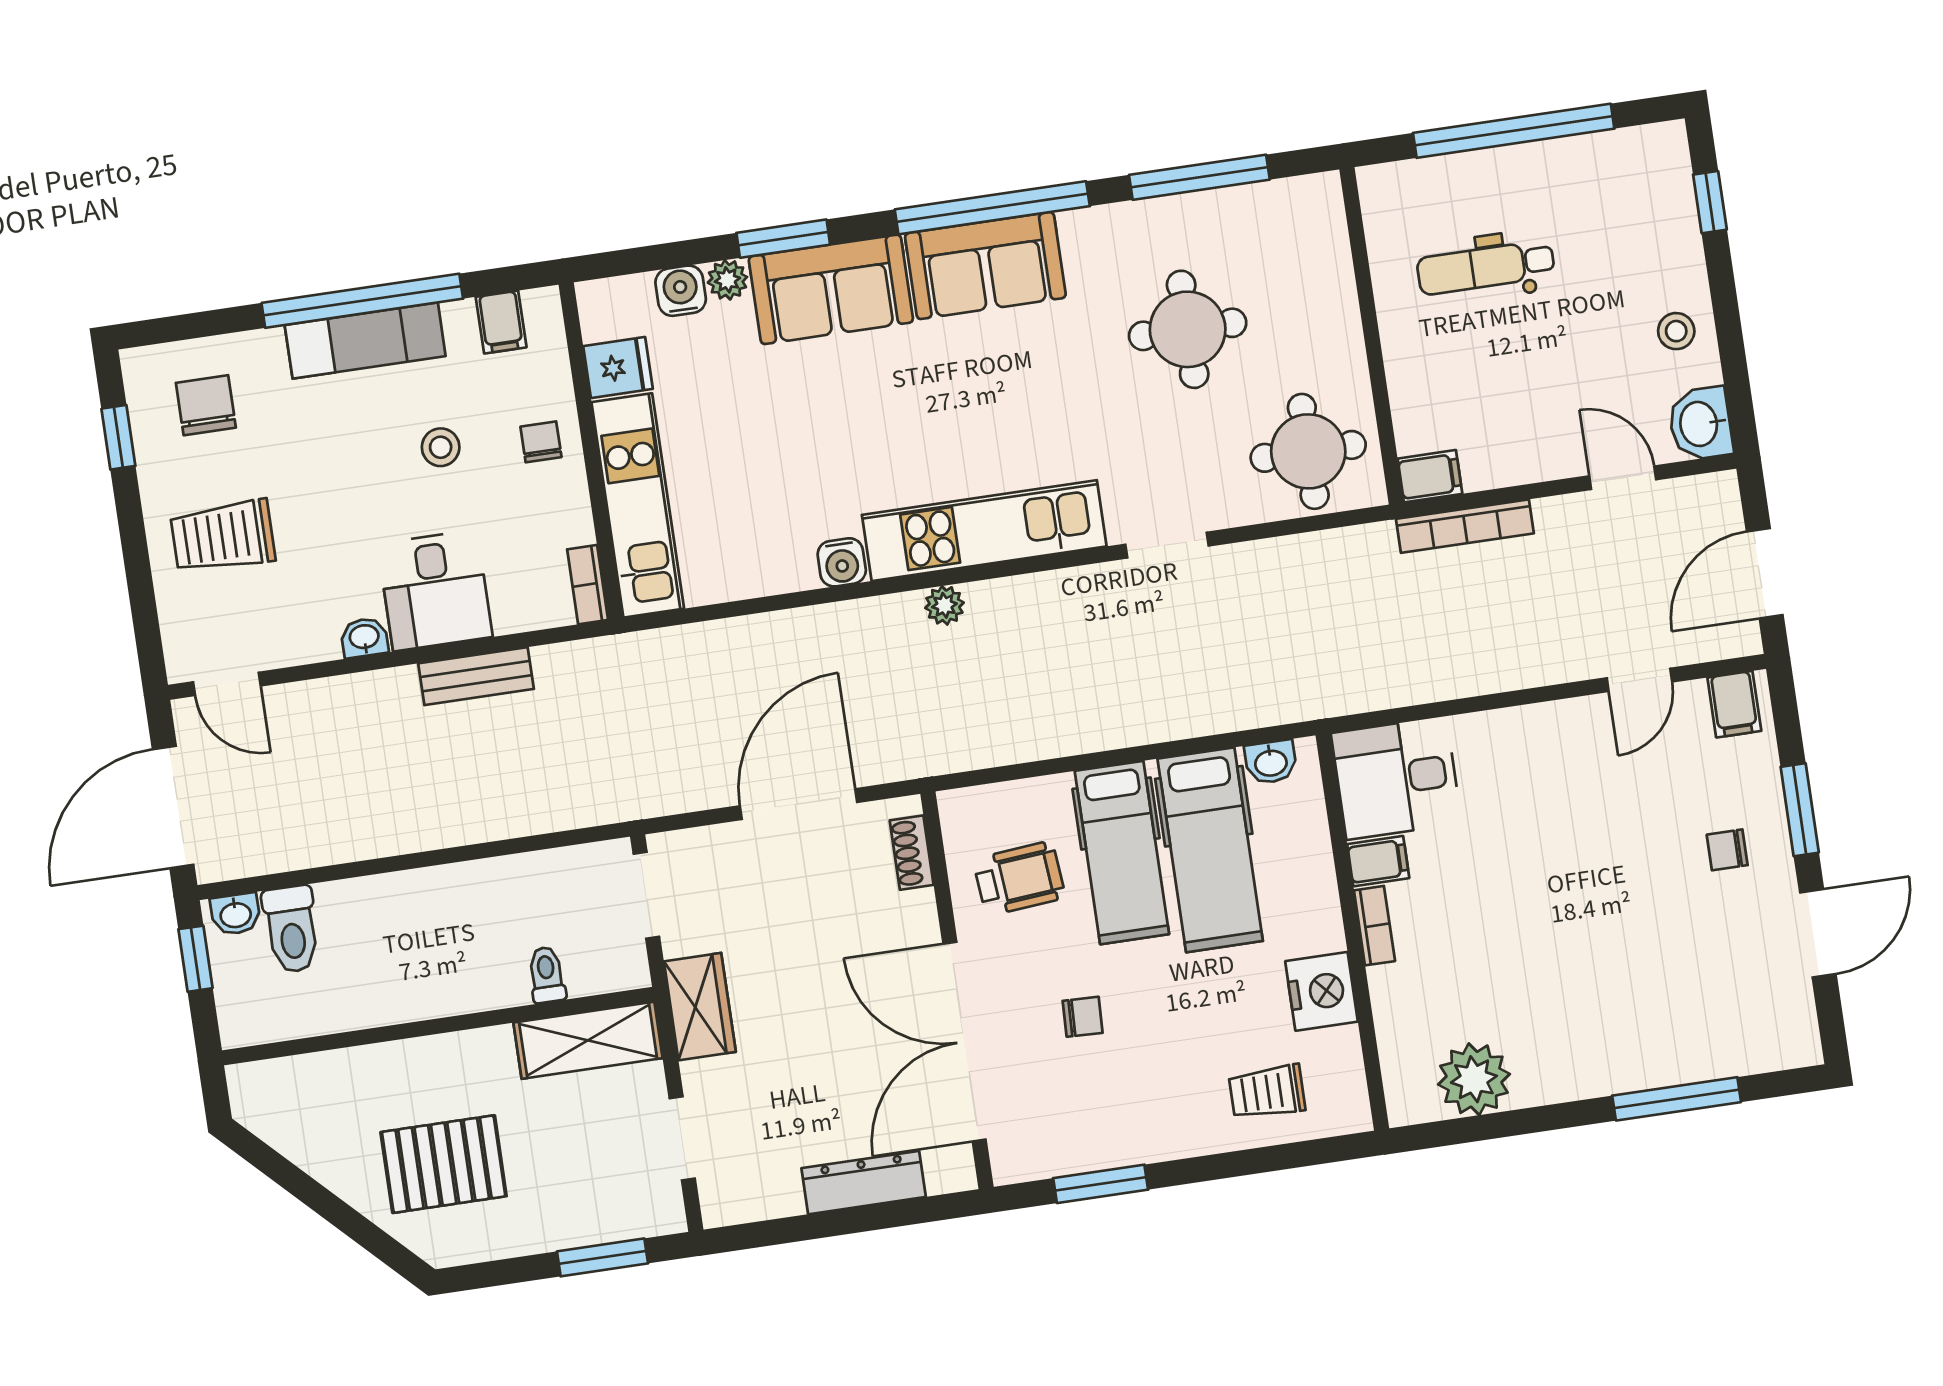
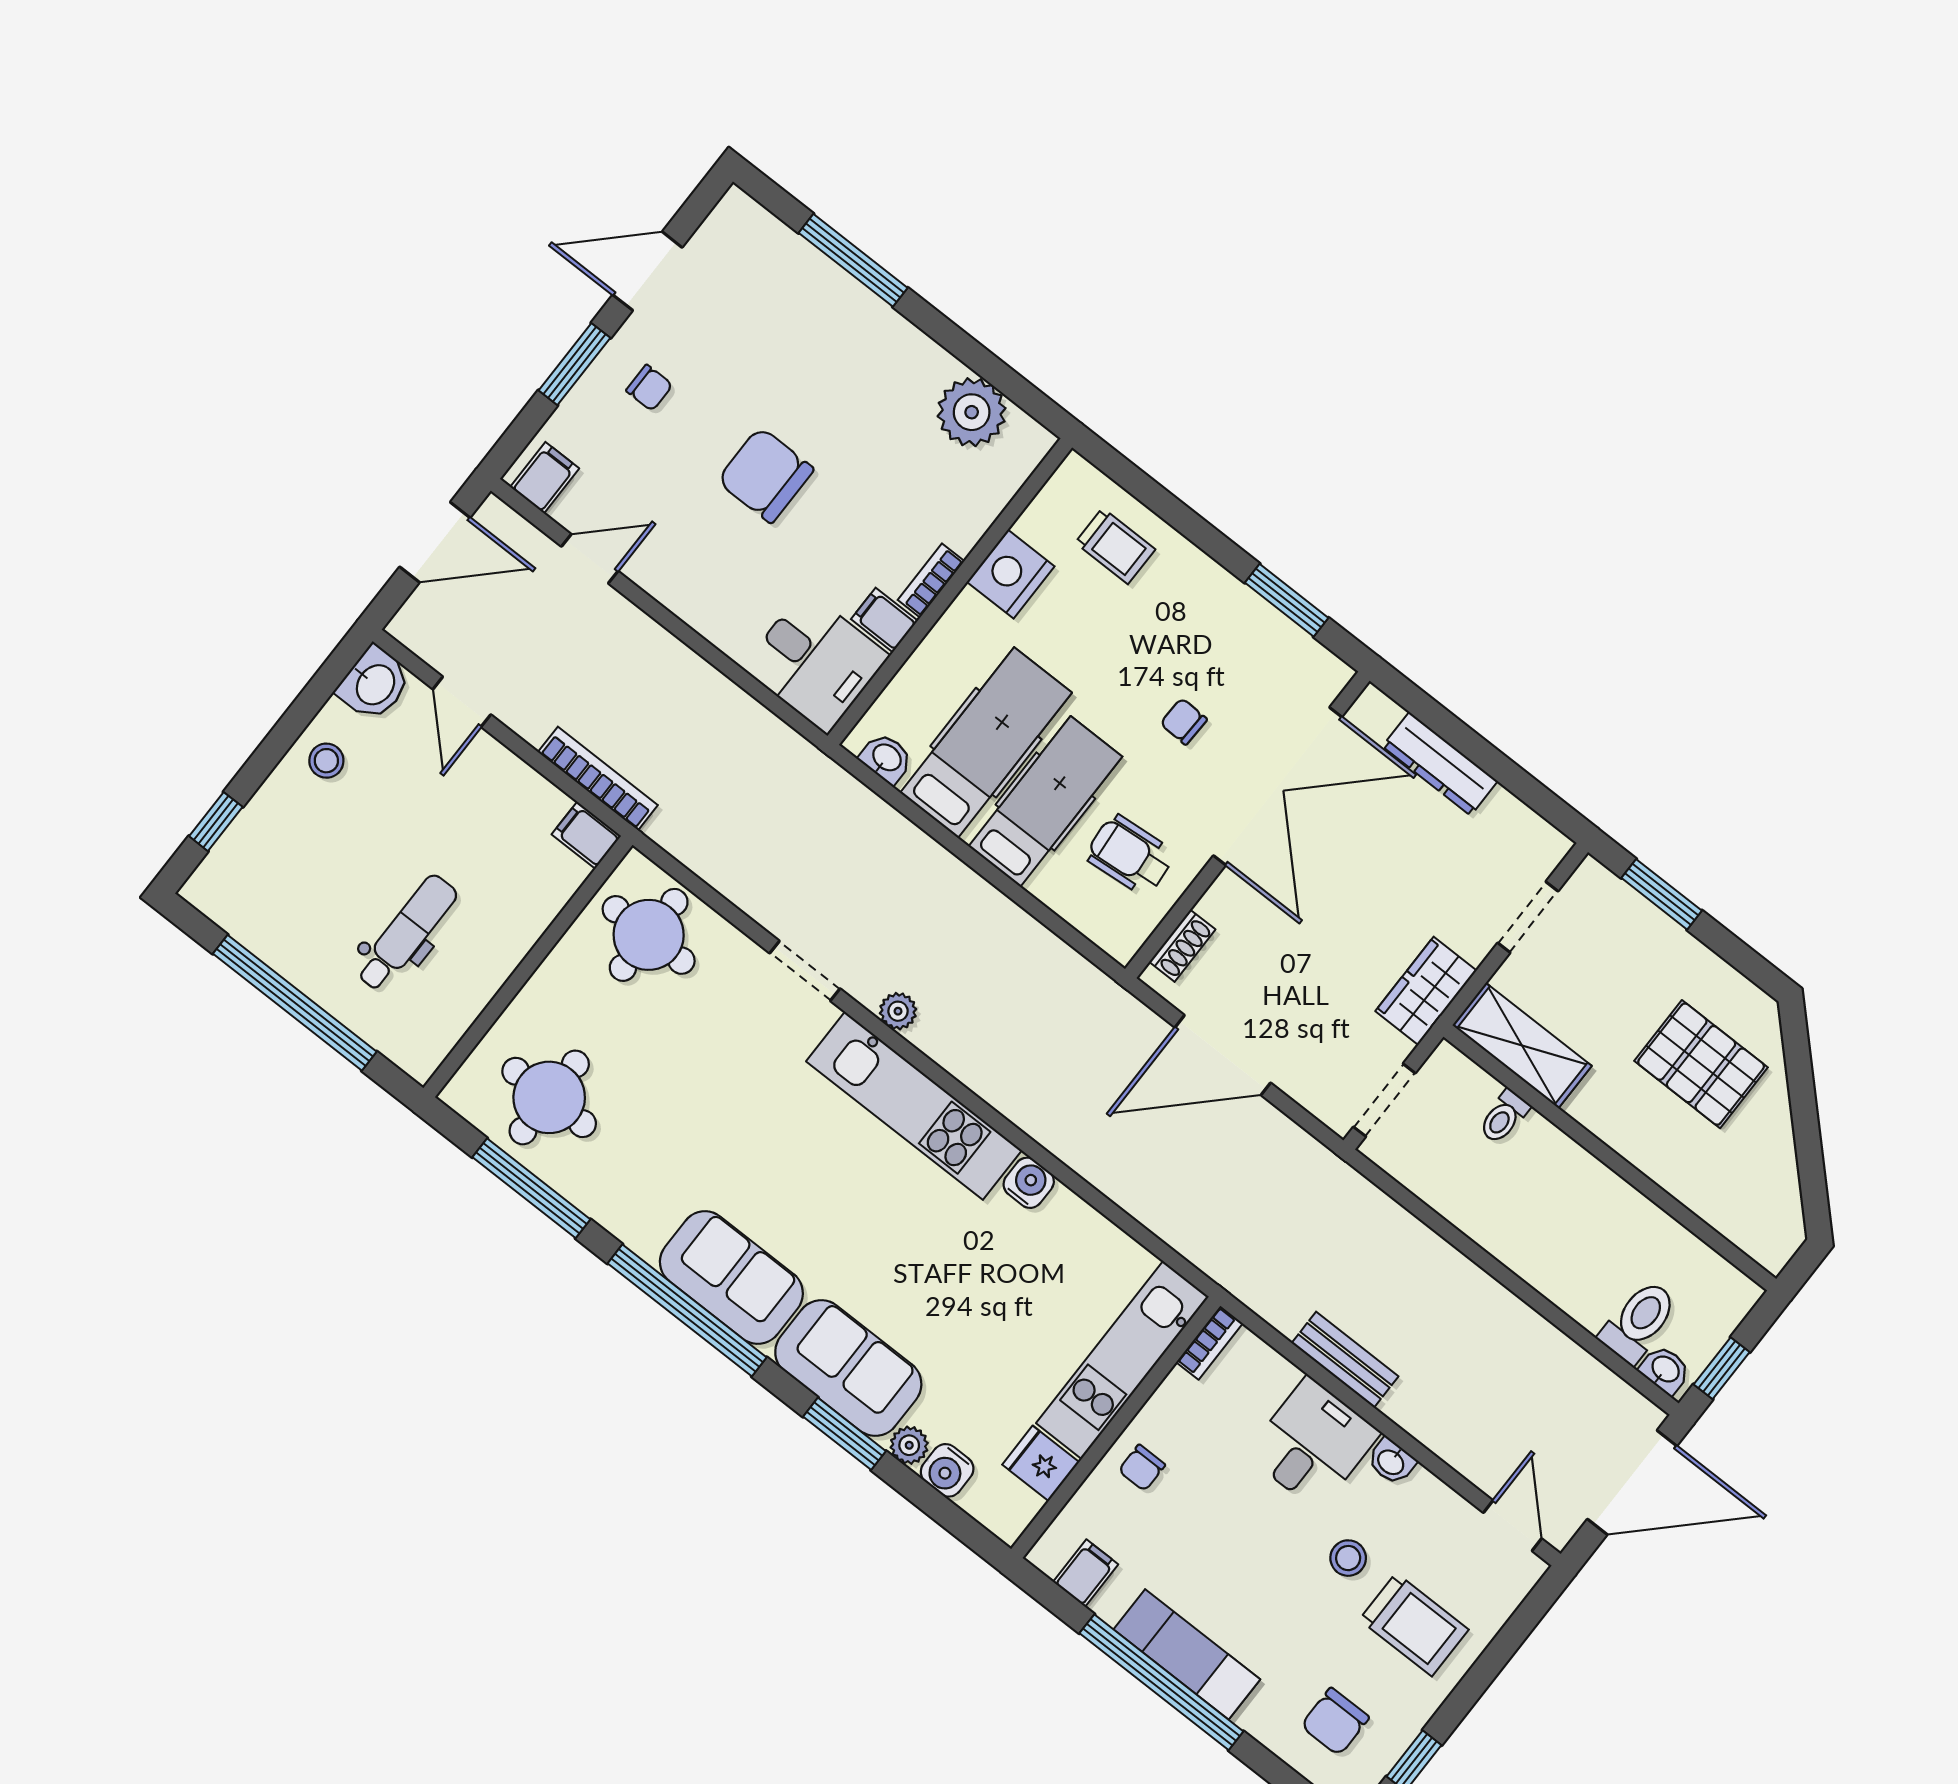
dental chair: (1486, 267) -> (407, 933), turned -90
round table: (1188, 329) -> (549, 1097), moved
stool: (441, 447) -> (1348, 1558), moved
plant: (944, 605) -> (898, 1011), moved
chair: (1576, 875) -> (765, 475), added

